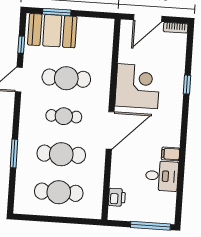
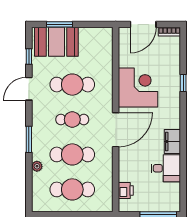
window: (14, 154) -> (29, 139), moved
filing cabinet: (171, 154) -> (172, 142), width x2.00
plant: (22, 164) -> (37, 166), added

